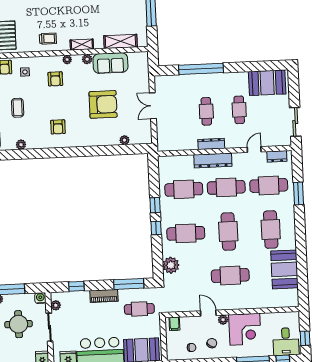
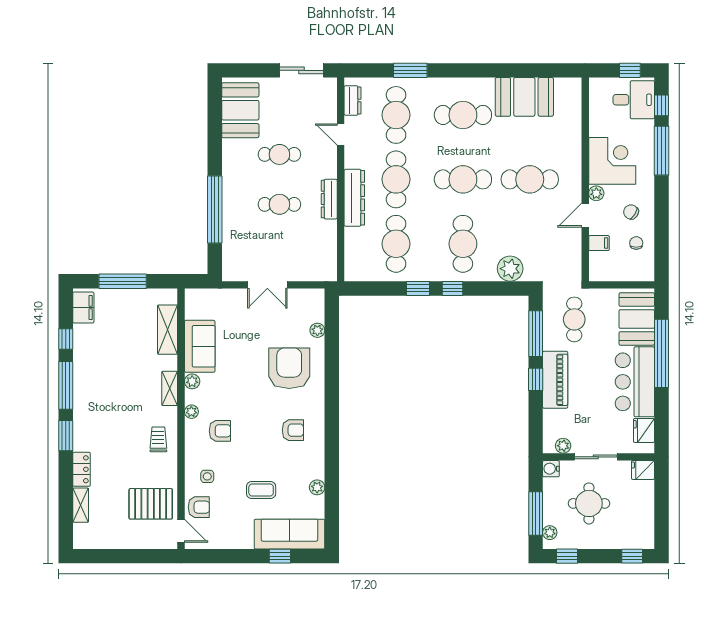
armchair: (103, 104) -> (289, 368), moved
cafe table: (230, 275) -> (530, 179), turned 90
window: (76, 286) -> (536, 379), moved
piano: (104, 296) -> (555, 380), width x1.37, depth x1.33
filing cabinet: (174, 324) -> (599, 243), moved

